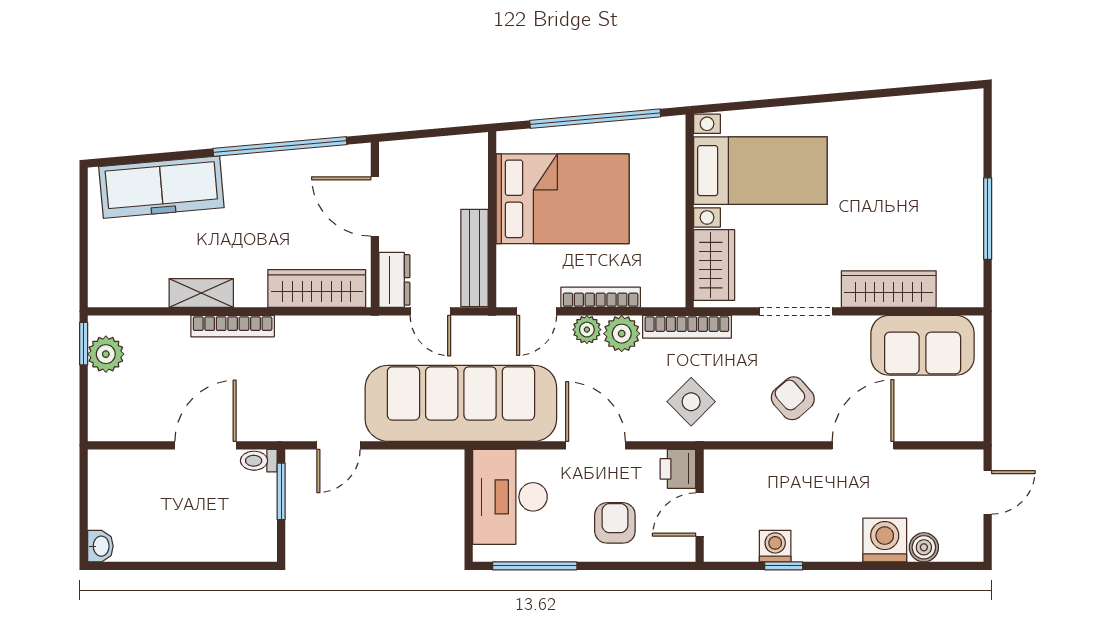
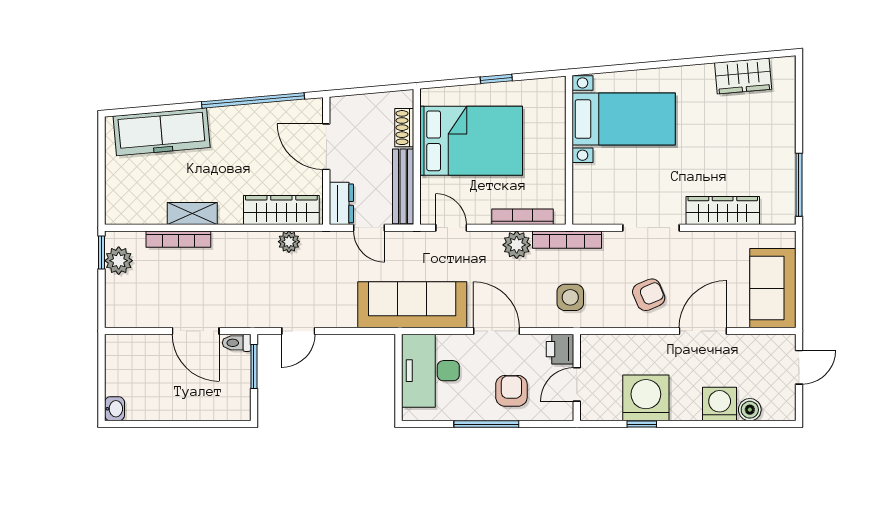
window: (595, 119) -> (496, 79), width x0.32
shoe rack: (476, 182) -> (404, 128), added
window: (988, 219) -> (799, 185), moved
wardrobe: (714, 265) -> (743, 76), moved, turned 85
bookcase: (601, 297) -> (523, 217), moved
door: (537, 311) -> (451, 228), swing flipped
bookcase: (233, 326) -> (178, 239), moved
plant: (587, 330) -> (289, 242), moved
sofa: (923, 345) -> (773, 288), moved, turned 90
armchair: (793, 398) -> (649, 295), turned 108
side table: (691, 402) -> (570, 297), turned 45
sofa: (461, 403) -> (412, 305), width x0.74, depth x0.79
door: (206, 445) -> (196, 331), swing flipped
washing machine: (775, 546) -> (646, 398), width x1.89, depth x1.89
window: (535, 566) -> (486, 424), moved

